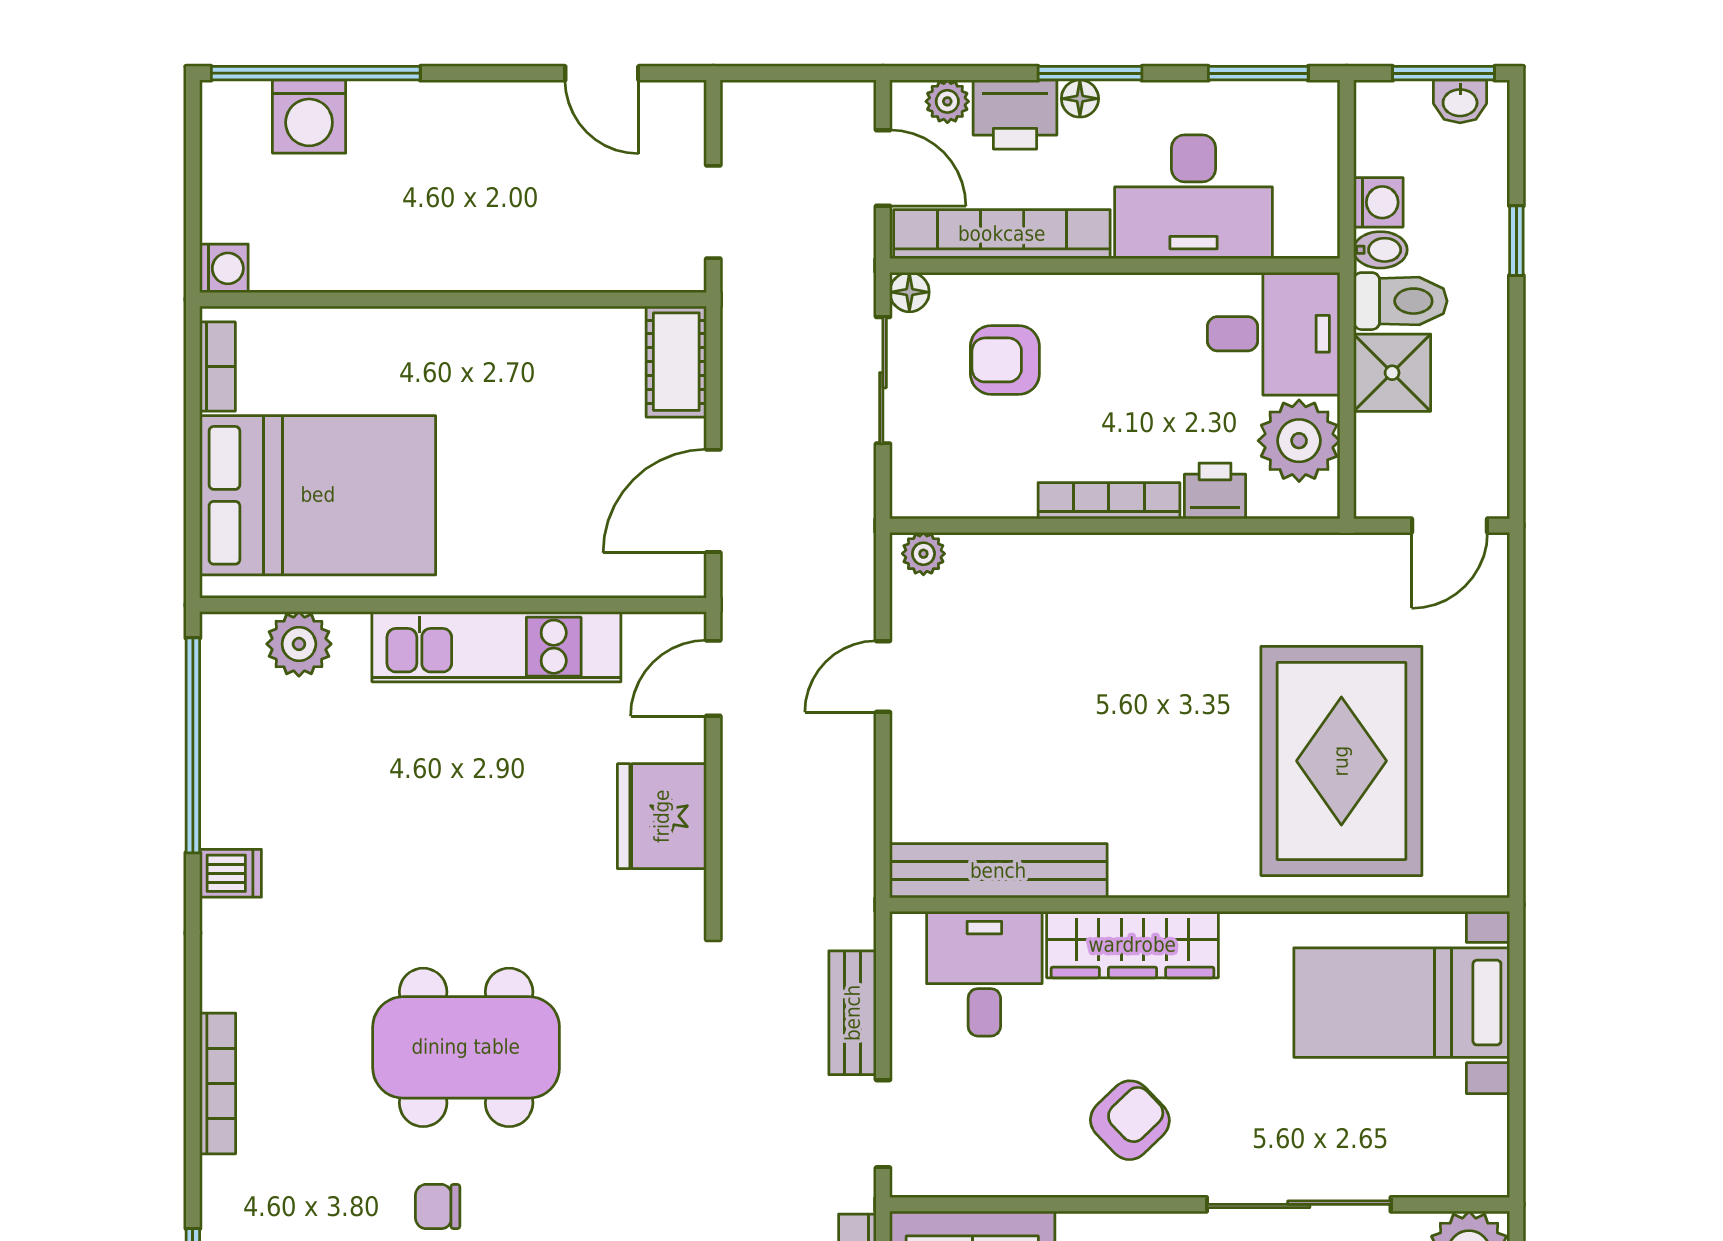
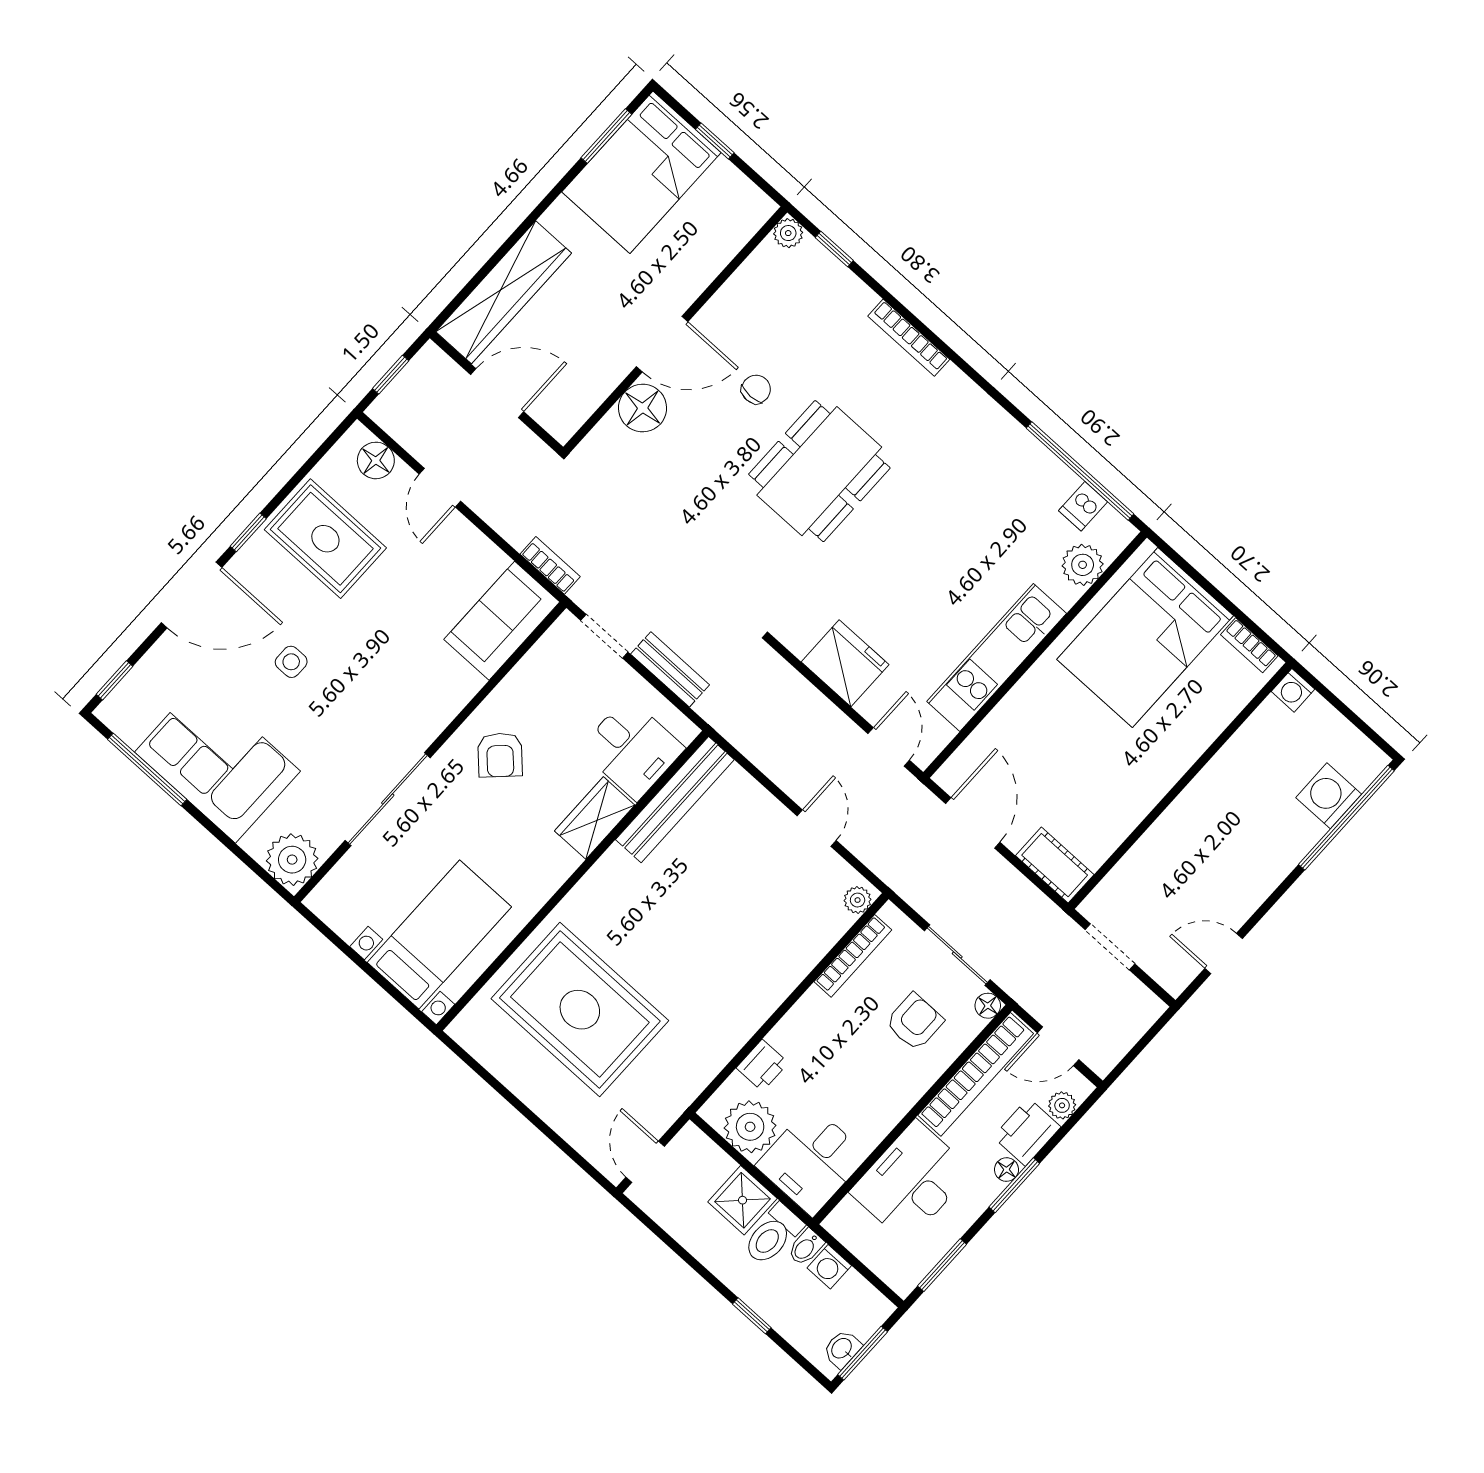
bookcase: (1109, 501) -> (853, 956), moved
dishwasher: (231, 873) -> (1083, 506), moved
wardrobe: (1132, 945) -> (595, 818), width x0.67

